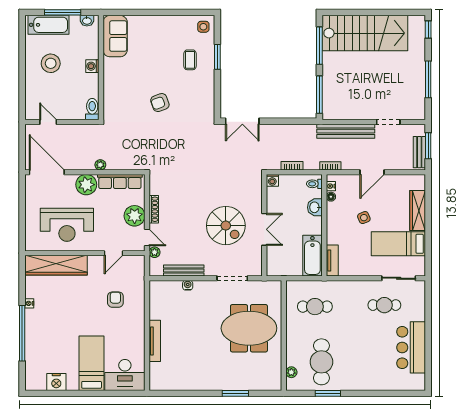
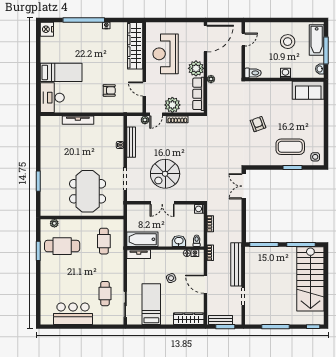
coffee table: (190, 60) -> (290, 147), width x1.86, depth x1.72
wardrobe: (418, 211) -> (189, 319), moved
nightstand: (56, 382) -> (47, 29), moved

